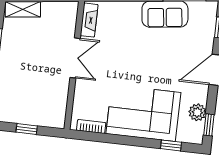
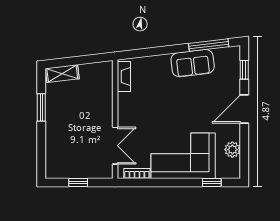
double door: (75, 58) -> (115, 146), moved
window: (209, 125) -> (244, 160), removed

